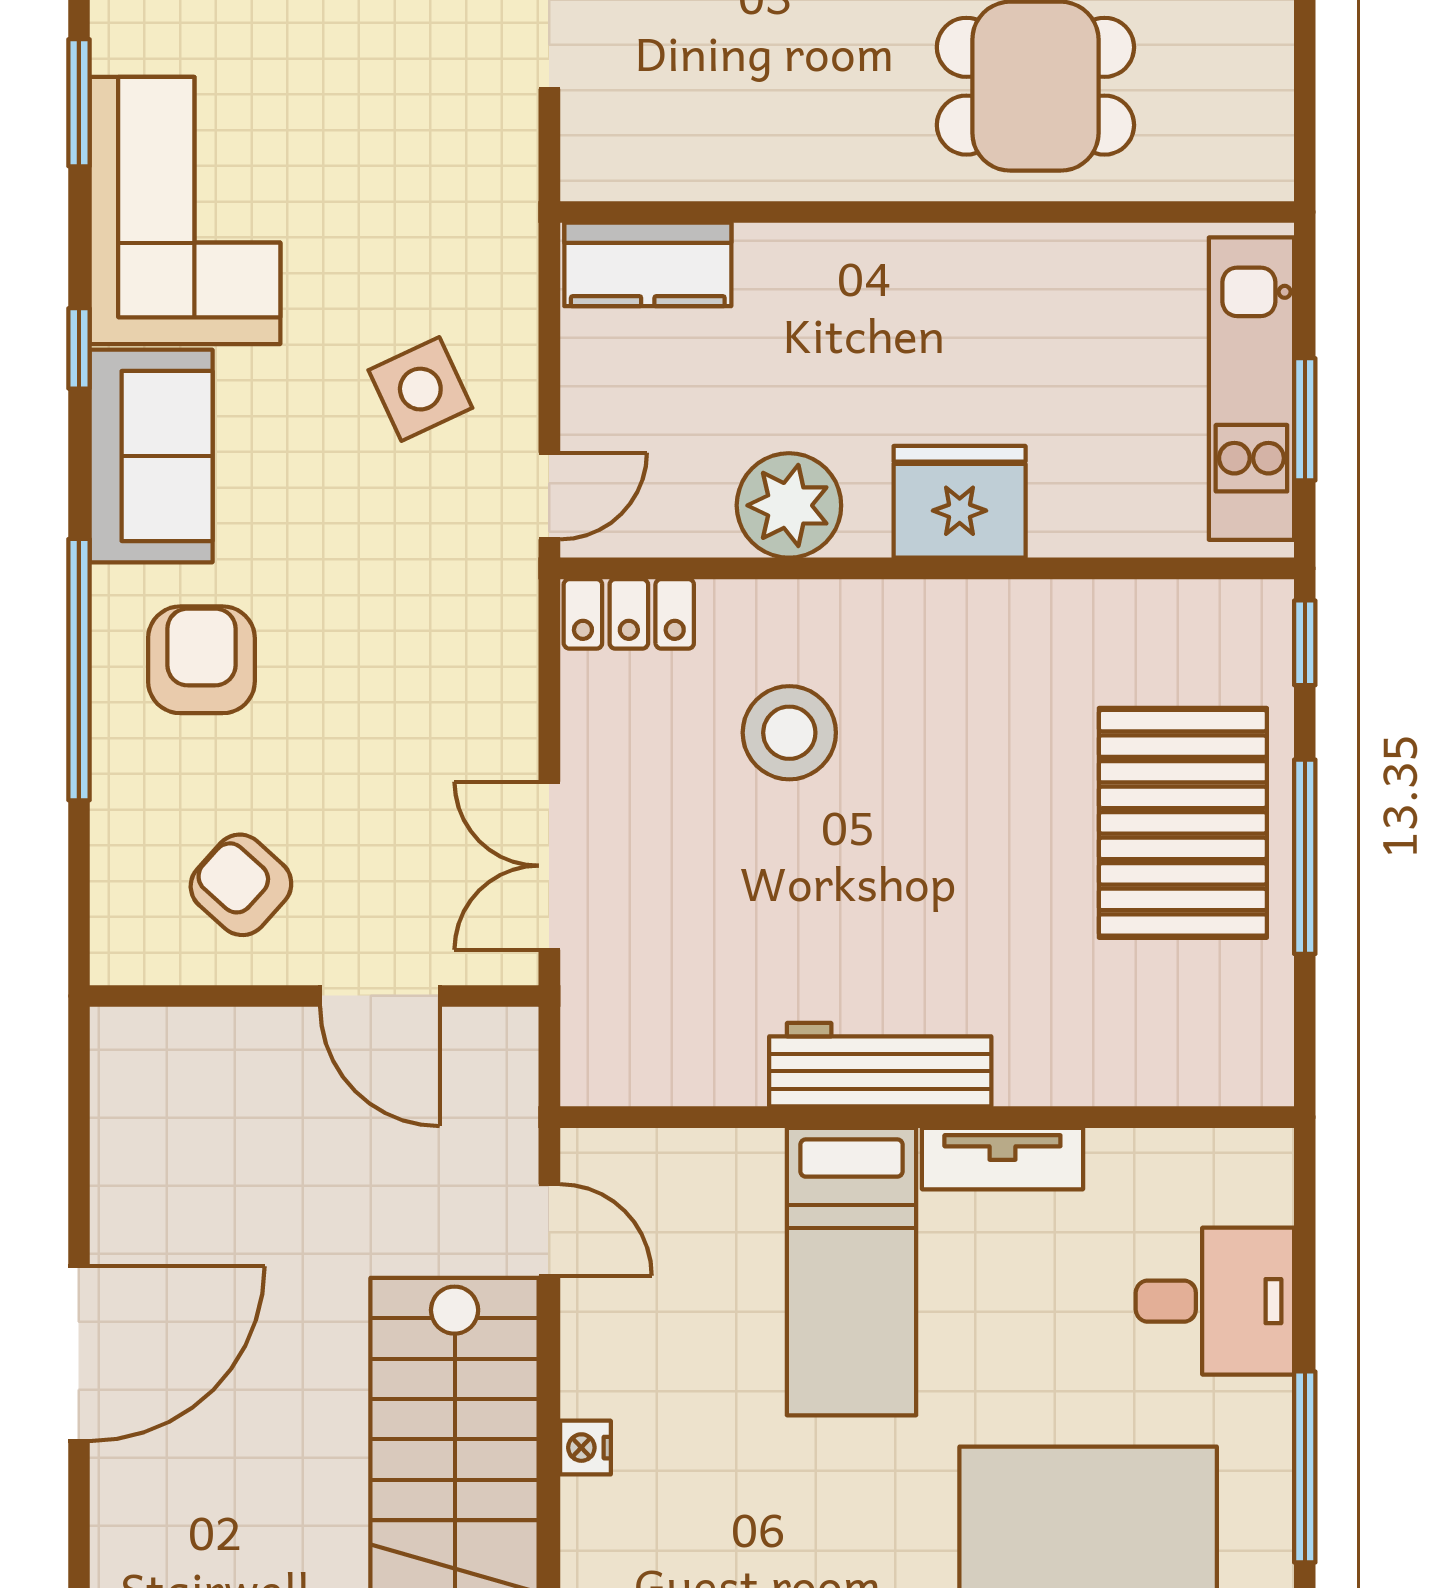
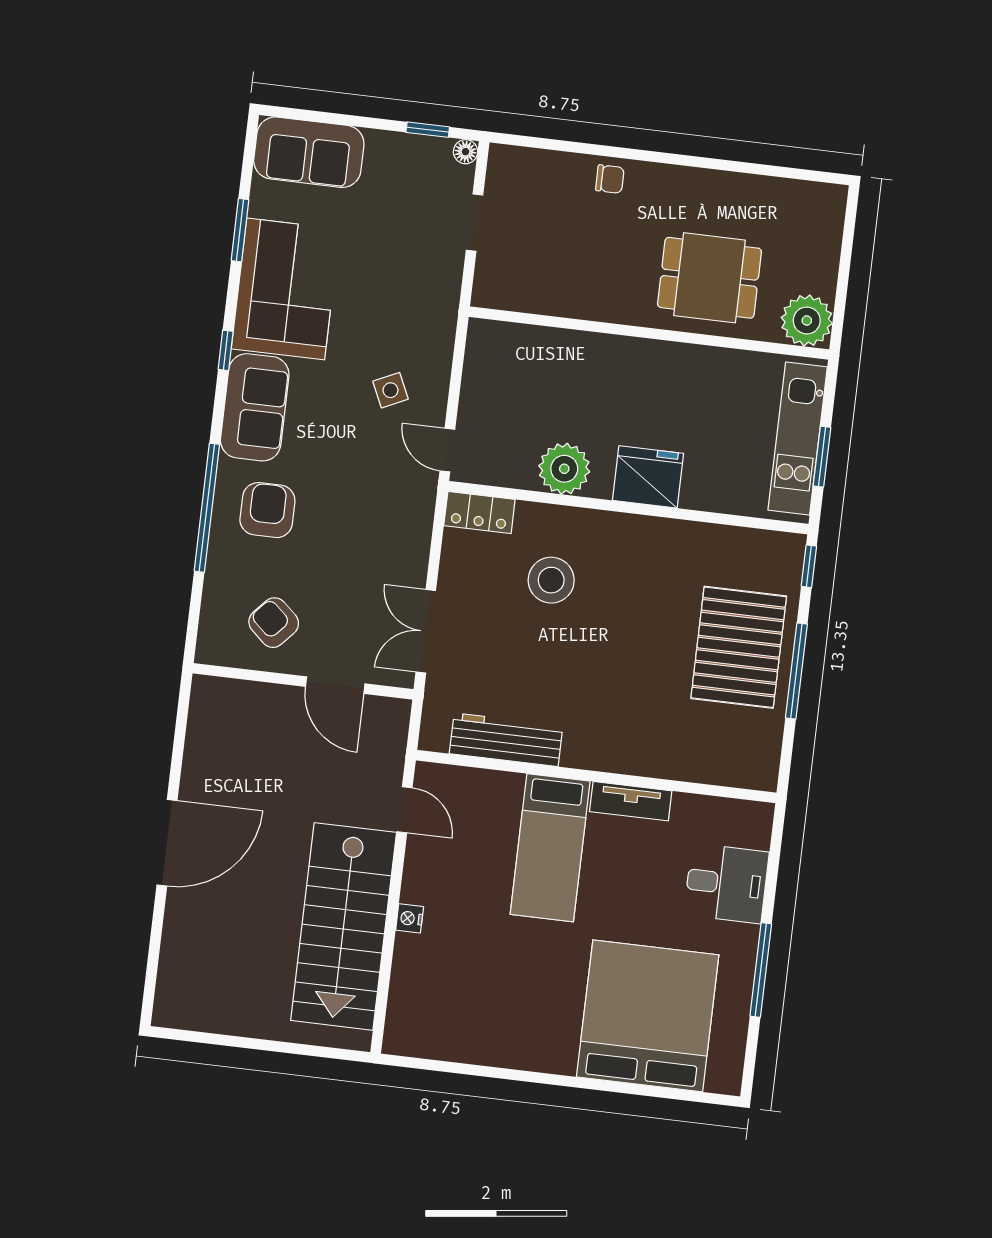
plant: (1241, 149) -> (807, 320), added
kitchen counter: (648, 264) -> (509, 342), removed
side table: (420, 389) -> (391, 390), width x0.73, depth x0.73
door: (549, 496) -> (447, 450), swing flipped
workbench: (880, 1065) -> (506, 740), moved

